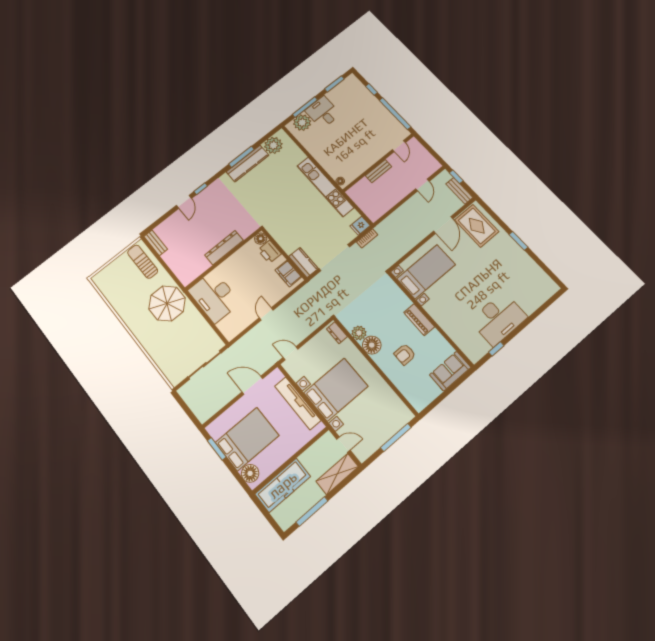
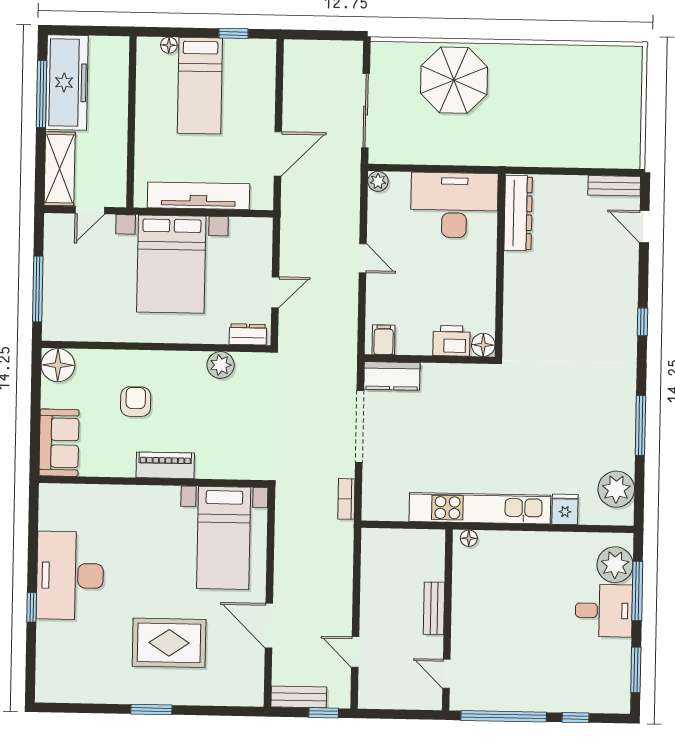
kitchen counter: (248, 163) -> (621, 425), removed
door: (184, 202) -> (644, 226), moved
fridge: (360, 226) -> (565, 509), moved
rug: (477, 226) -> (169, 643), moved
dresser: (224, 248) -> (518, 213), moved
sun lounger: (143, 262) -> (601, 143), removed
filing cabinet: (288, 273) -> (384, 340), width x0.50
parasol: (167, 303) -> (454, 80), moved
plant: (230, 335) -> (378, 181), added
floor lamp: (372, 345) -> (58, 365), moved
window: (496, 349) -> (32, 607), moved
door: (291, 353) -> (275, 292), moved
bed: (247, 439) -> (200, 86), width x0.67
window: (217, 449) -> (233, 33), width x0.67
floor lamp: (250, 473) -> (169, 45), width x0.53, depth x0.53
freezer: (283, 485) -> (67, 83), moved, turned 180

